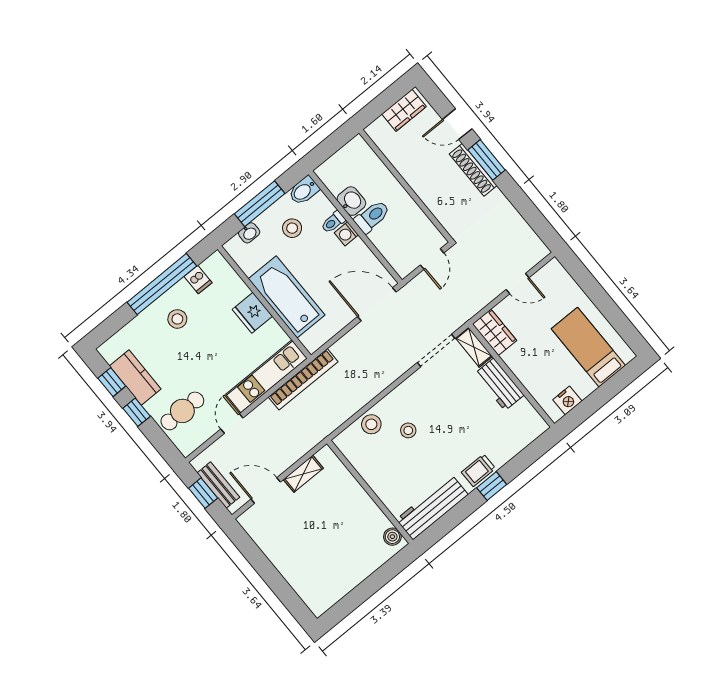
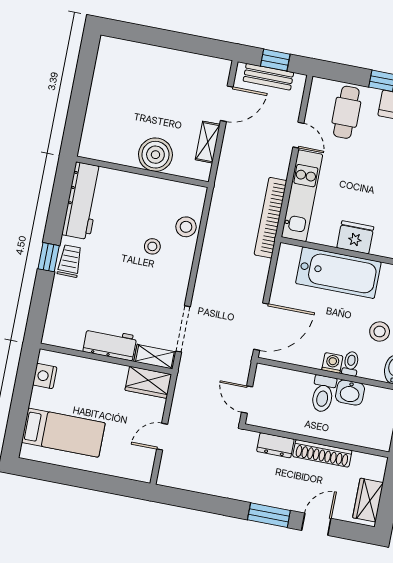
shoe rack: (473, 170) -> (322, 453), moved, turned 180
dresser: (439, 208) -> (275, 445), added
boiler: (392, 537) -> (155, 155), moved, width x1.86, depth x1.86

